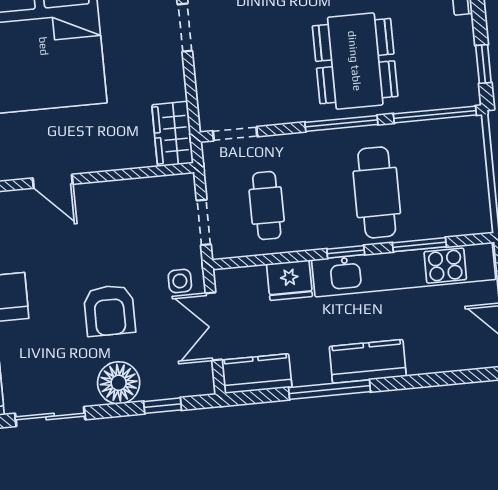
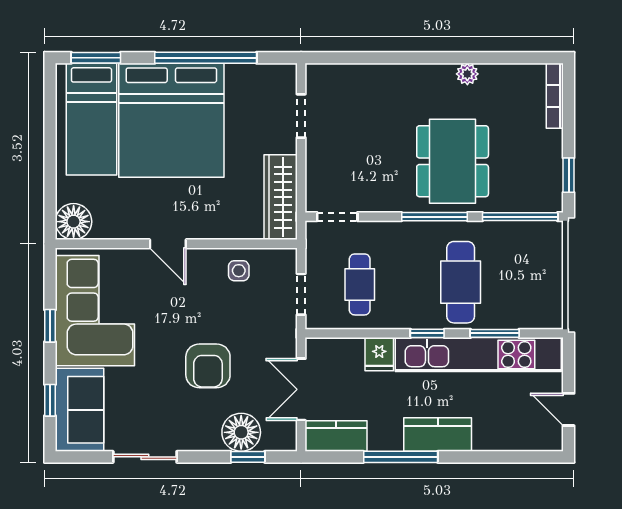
wardrobe: (173, 134) -> (281, 197), width x1.50
fridge: (290, 280) -> (379, 354), width x0.72
side table: (180, 281) -> (239, 271), moved
floor lamp: (119, 383) -> (241, 432), moved

